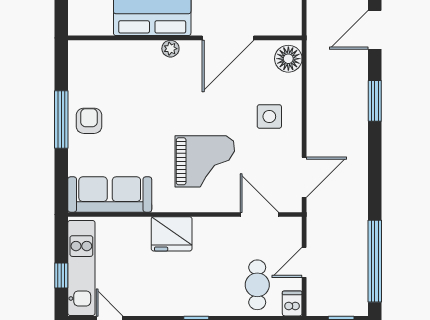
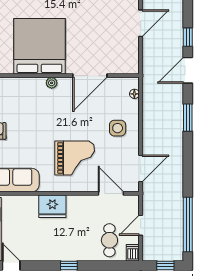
floor lamp: (288, 59) -> (134, 94), width x0.53, depth x0.53

